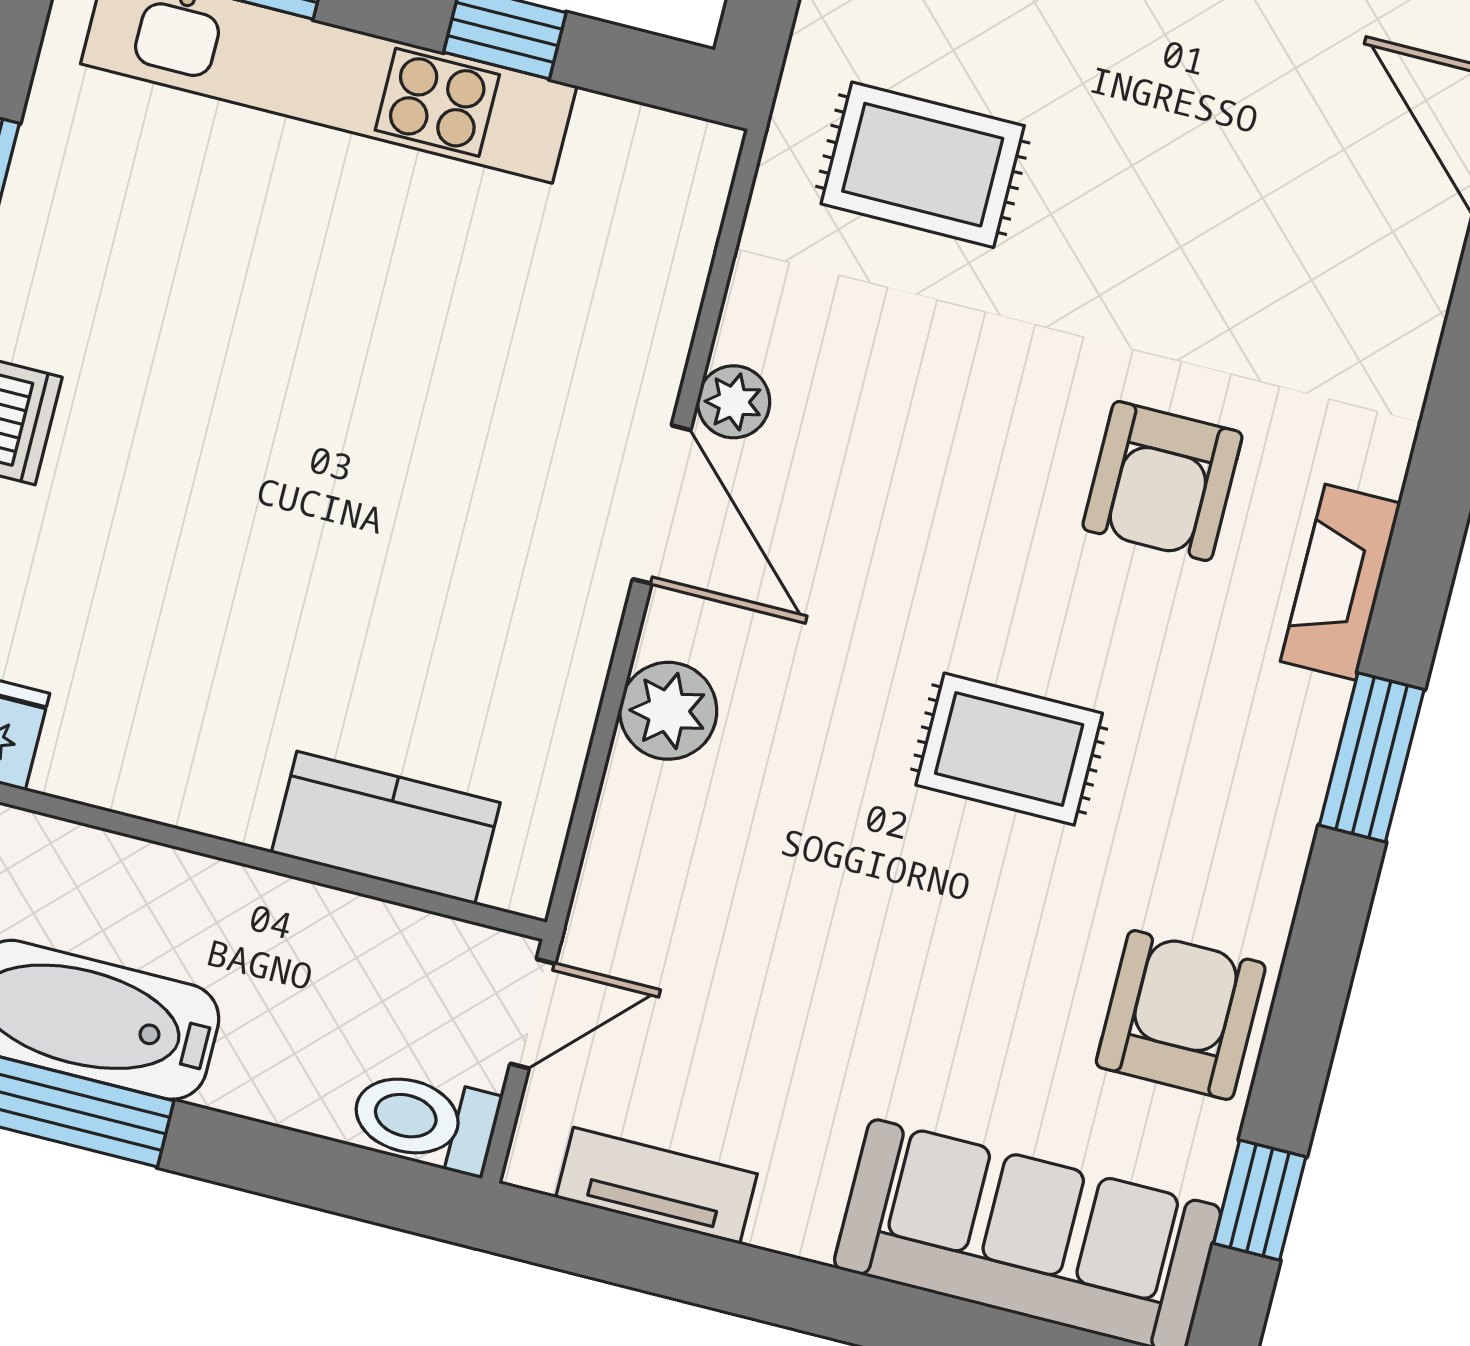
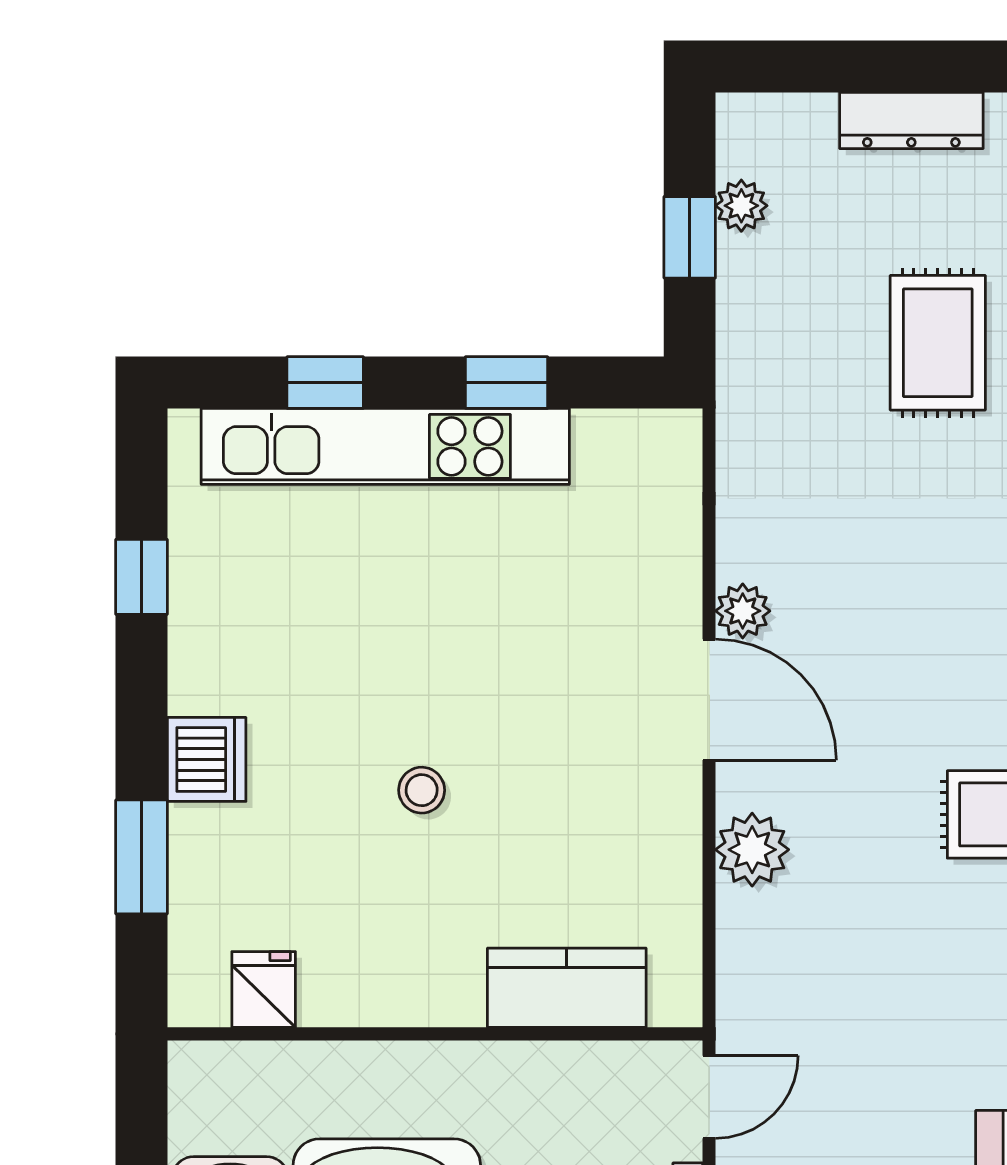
rug: (923, 165) -> (938, 343), moved, turned 90
stool: (264, 527) -> (422, 790), added

